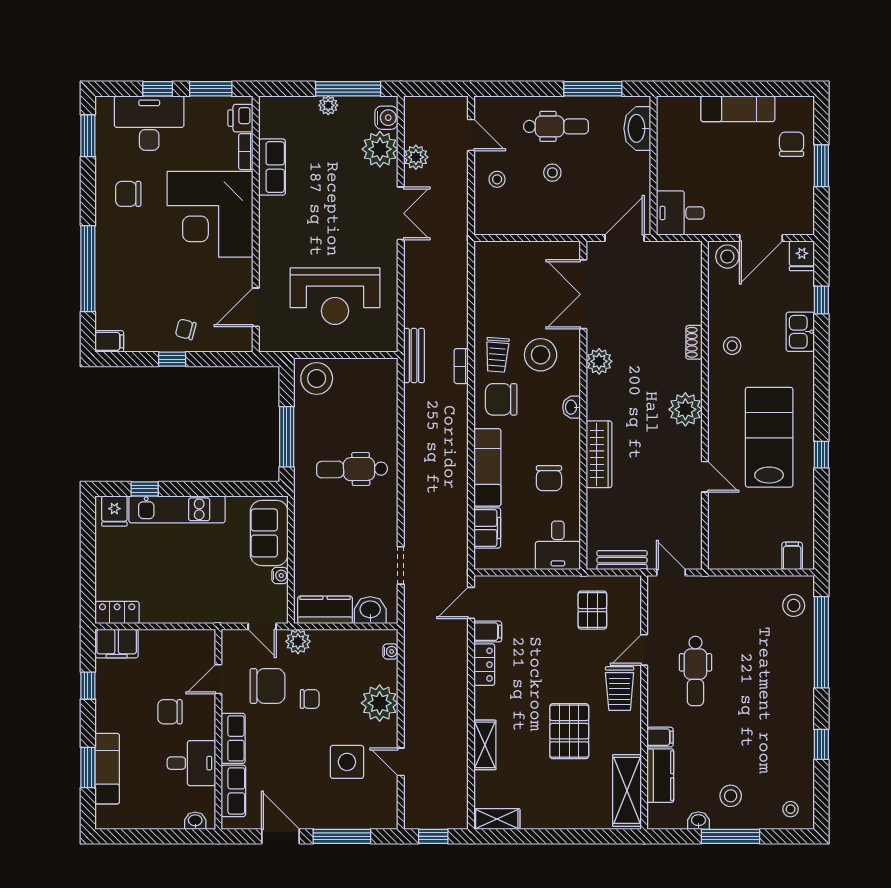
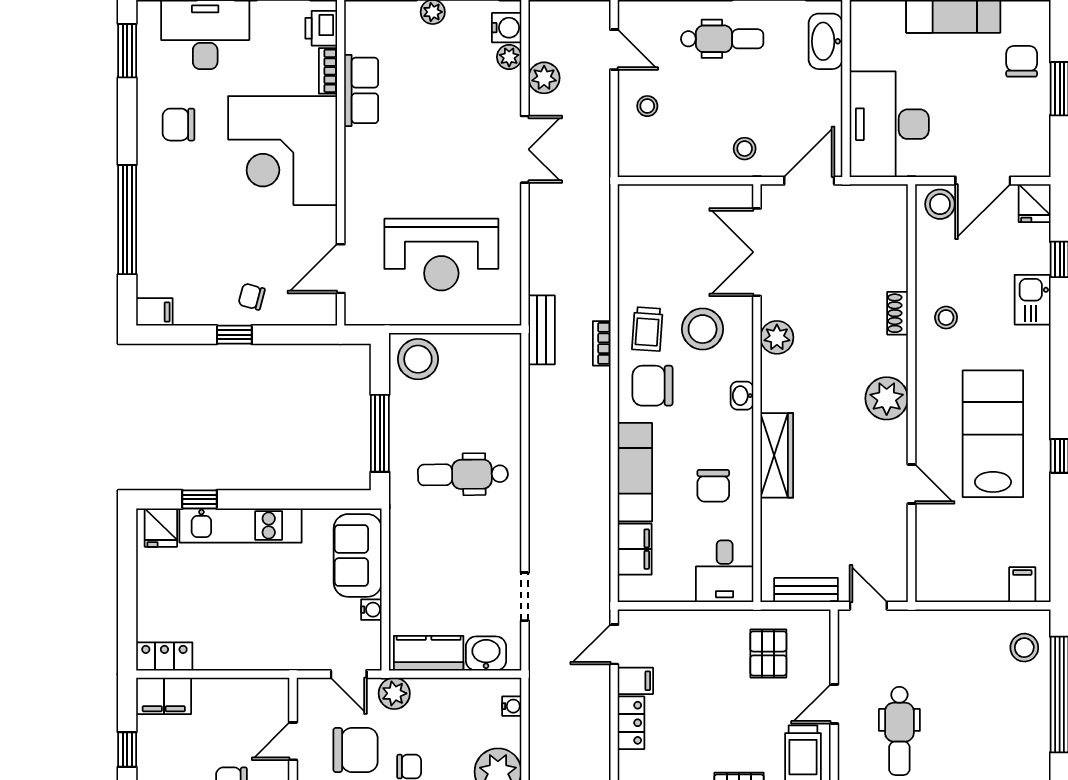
plant: (380, 149) -> (509, 57), width x0.53, depth x0.53
stool: (552, 173) -> (745, 149), moved
desk: (680, 213) -> (889, 124), width x1.87, depth x1.30

